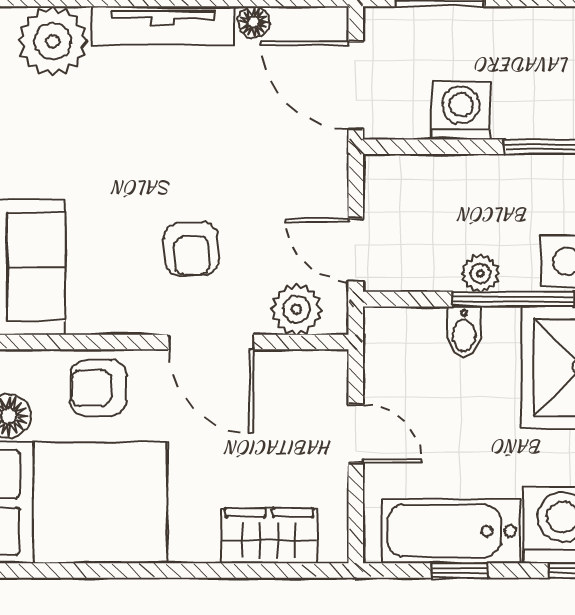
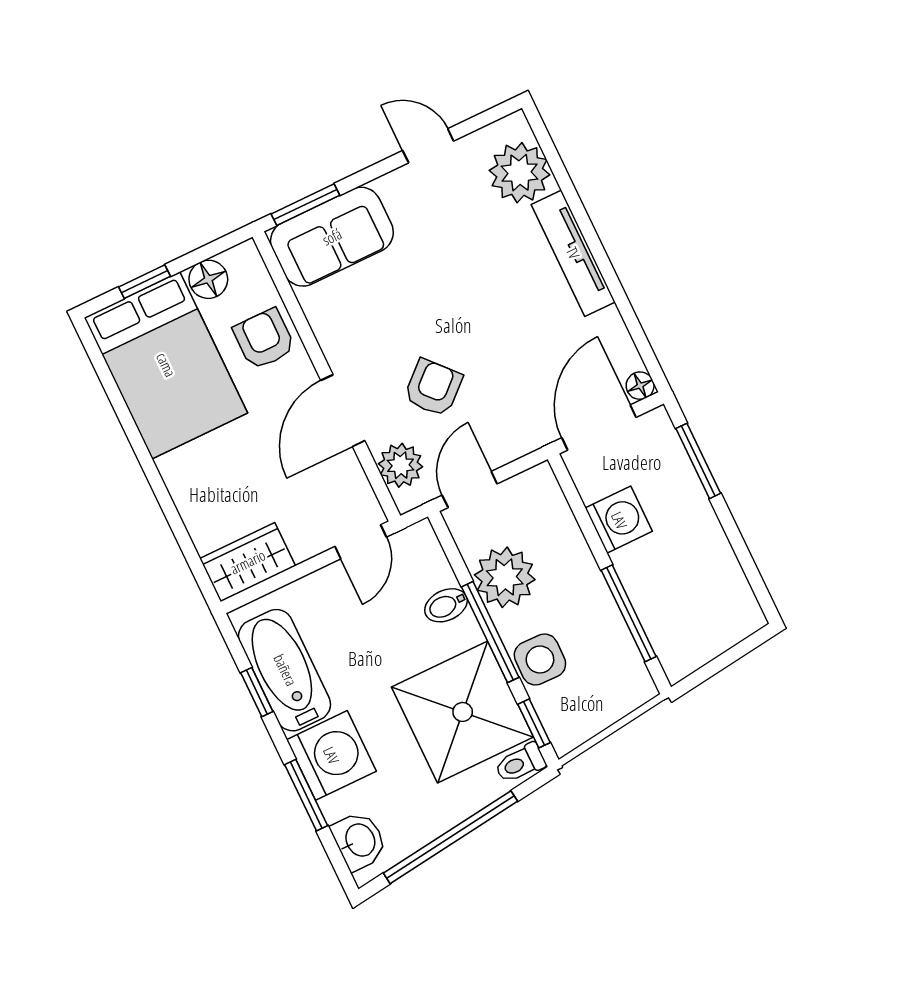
floor lamp: (254, 22) -> (640, 386), moved
armchair: (191, 249) -> (433, 388), moved, turned 141
plant: (480, 273) -> (505, 577), width x1.88, depth x1.88
door: (356, 434) -> (361, 542), moved
wardrobe: (269, 536) -> (248, 562), moved, turned -90

